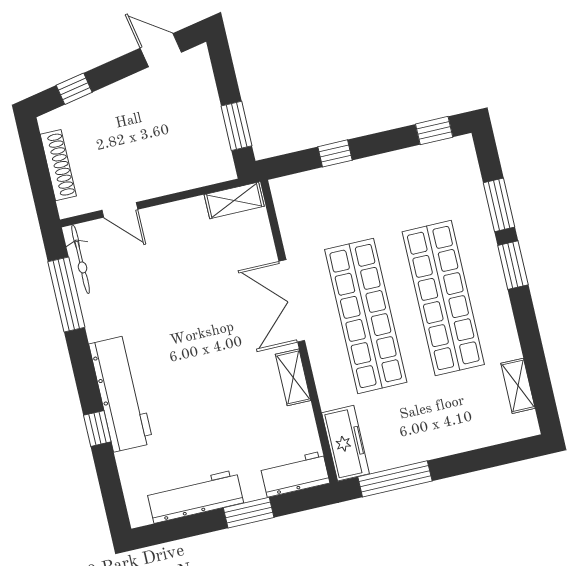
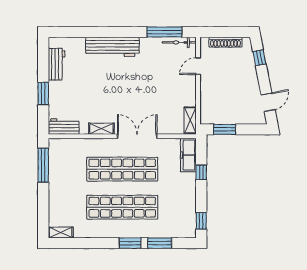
shelving: (518, 386) -> (61, 233), moved
window: (97, 429) -> (99, 32), removed
freezer: (346, 443) -> (188, 155), moved, turned 90
workbench: (295, 474) -> (64, 127), moved, turned -90
workbench: (195, 496) -> (57, 64), width x0.73

